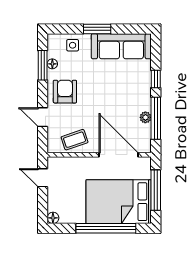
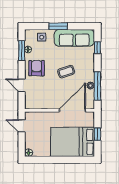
window: (156, 79) -> (97, 48), moved
coffee table: (75, 140) -> (66, 72), moved
door: (119, 155) -> (72, 110), hinge flipped
window: (156, 190) -> (97, 134), width x0.46
window: (106, 228) -> (64, 160), removed

